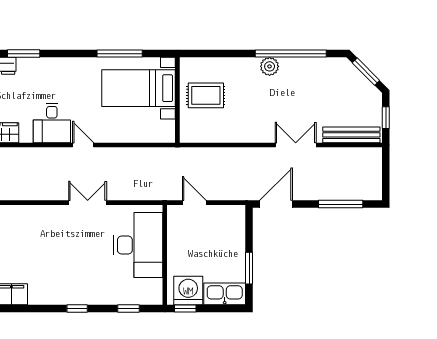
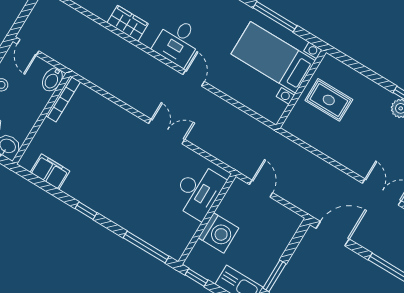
desk: (138, 245) -> (198, 191), width x0.73, depth x0.77
washing machine: (188, 291) -> (219, 233), moved, turned 90
window: (77, 308) -> (86, 211), moved
window: (128, 308) -> (146, 247), width x2.17

